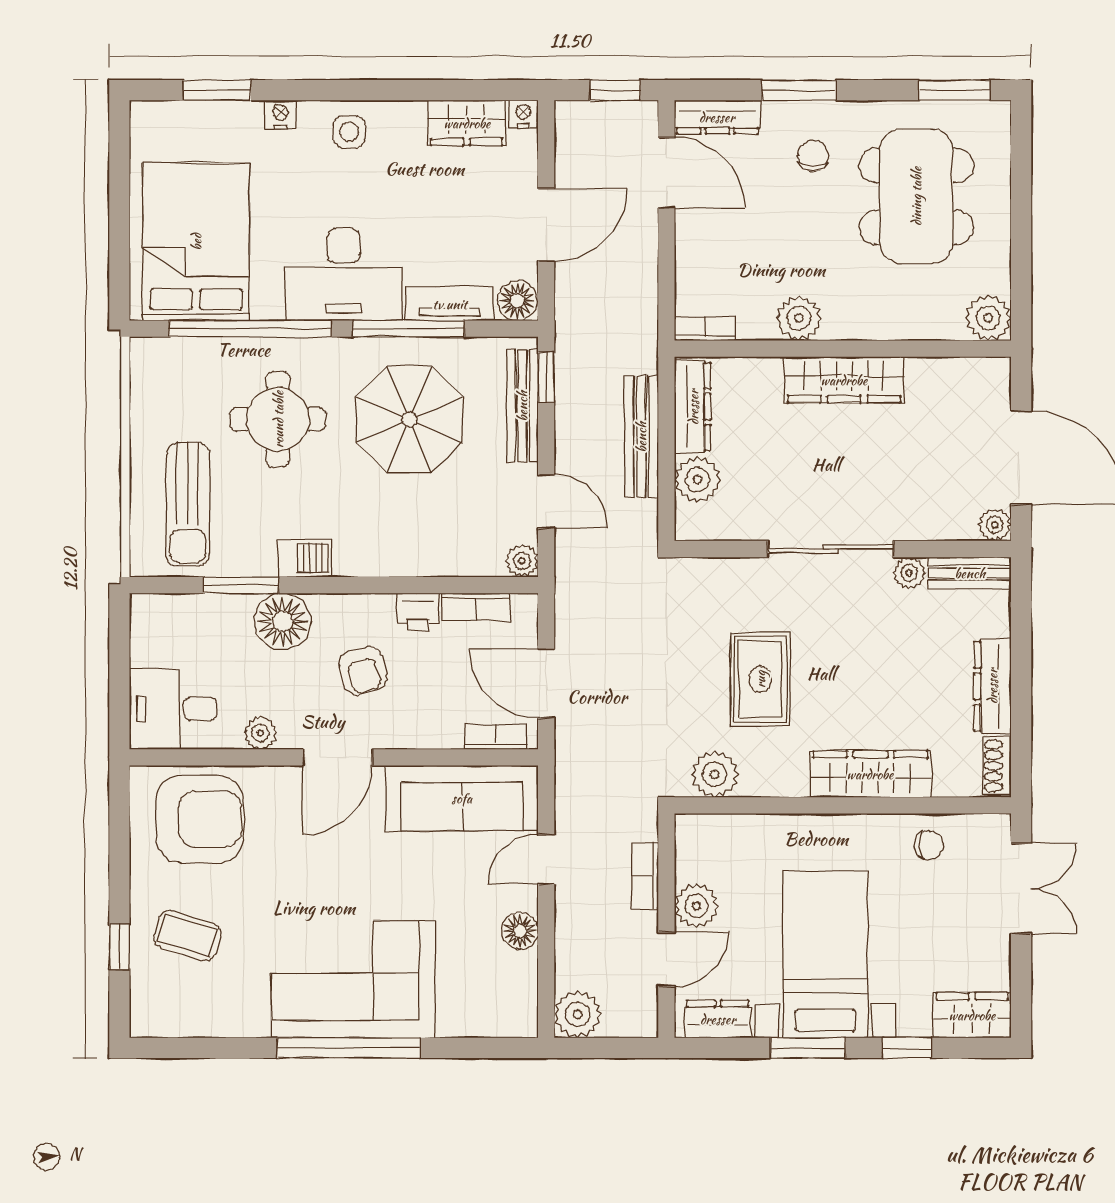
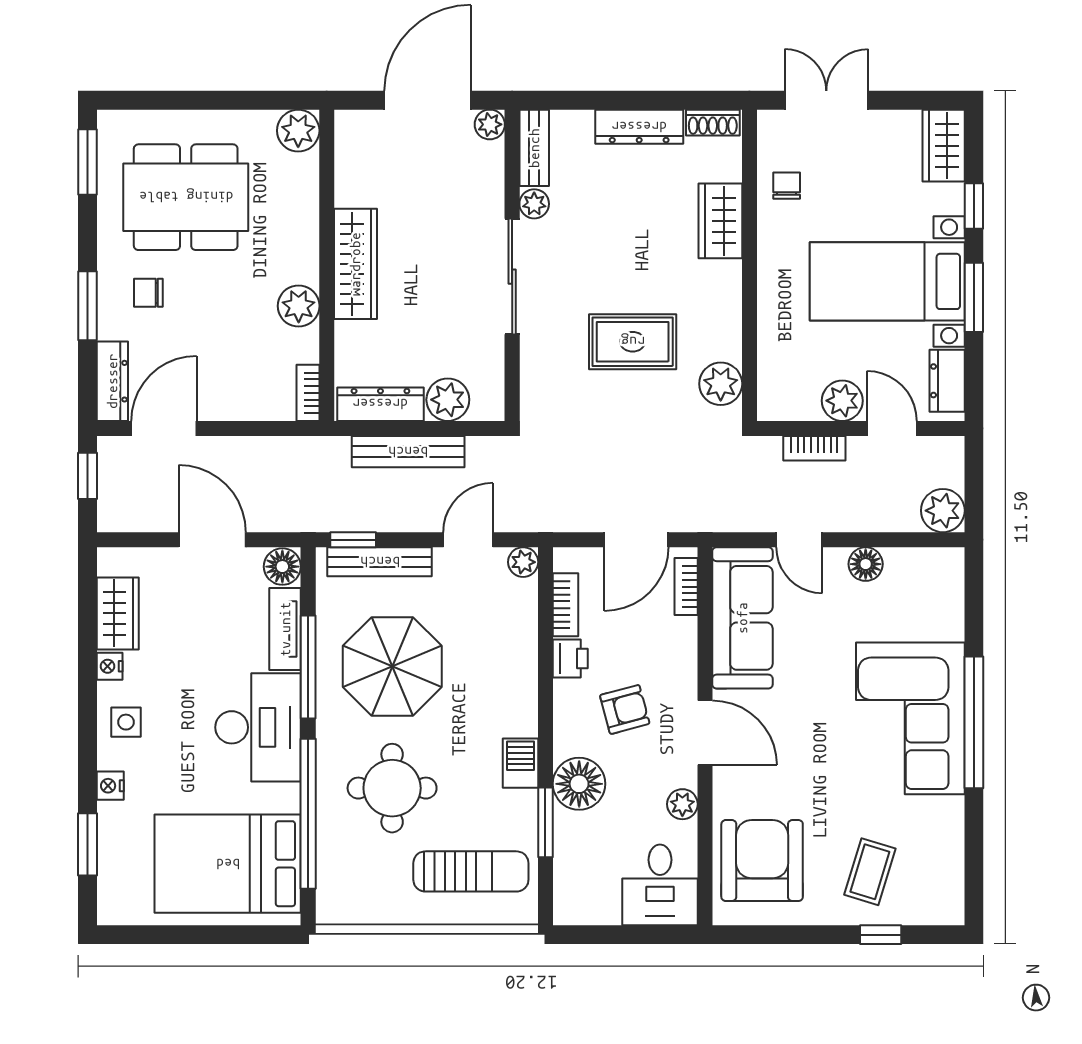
nightstand: (523, 114) -> (110, 666), moved
wardrobe: (870, 774) -> (720, 221), width x0.67

